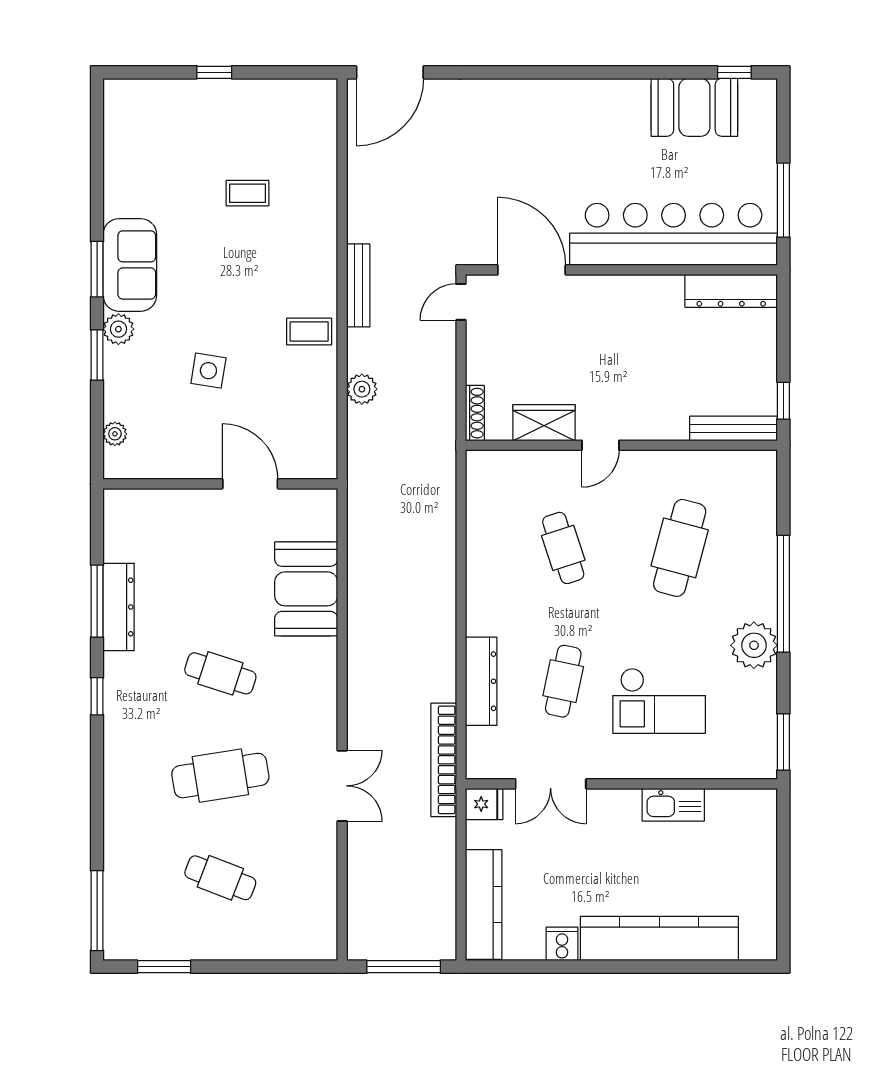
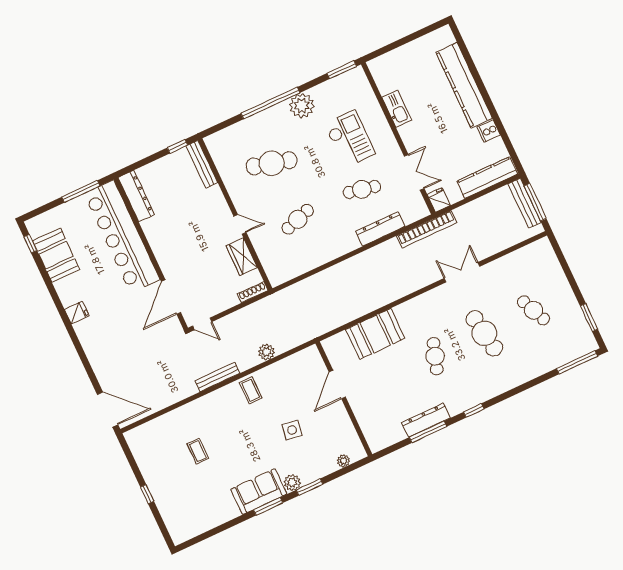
fridge: (580, 97) -> (77, 312), added
cafe table: (220, 878) -> (534, 310), turned -45
bench: (410, 948) -> (525, 203), added

